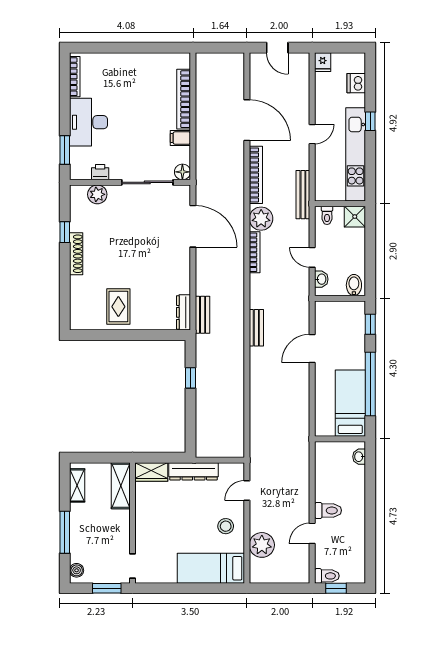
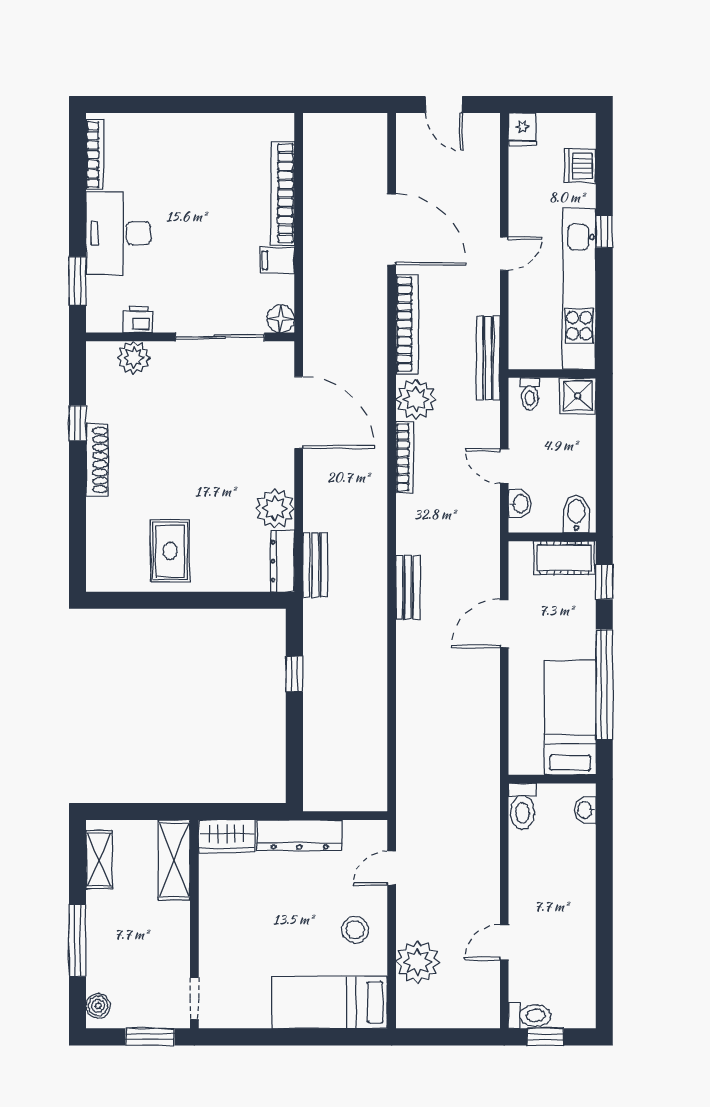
plant: (179, 282) -> (275, 508), added
cot: (347, 310) -> (564, 558), added
toilet: (328, 510) -> (523, 806), moved, turned 90

